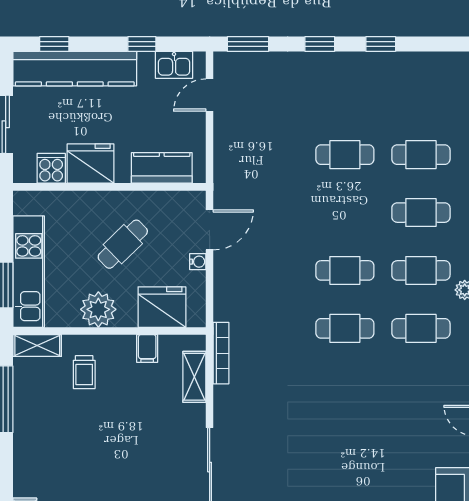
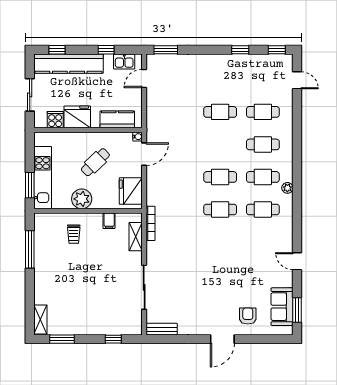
window: (320, 44) -> (277, 50), moved
water cooler: (198, 262) -> (138, 137), moved
fridge: (162, 307) -> (131, 191), moved, turned -90
shelving: (37, 346) -> (47, 219), removed

